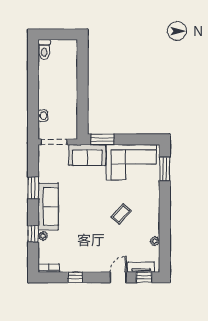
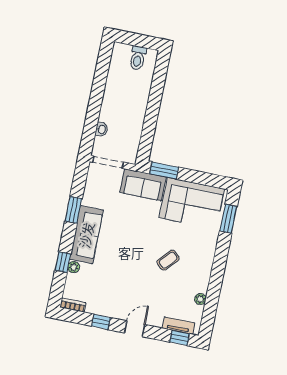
toilet: (44, 49) -> (138, 58), moved
door: (118, 277) -> (135, 329), moved

